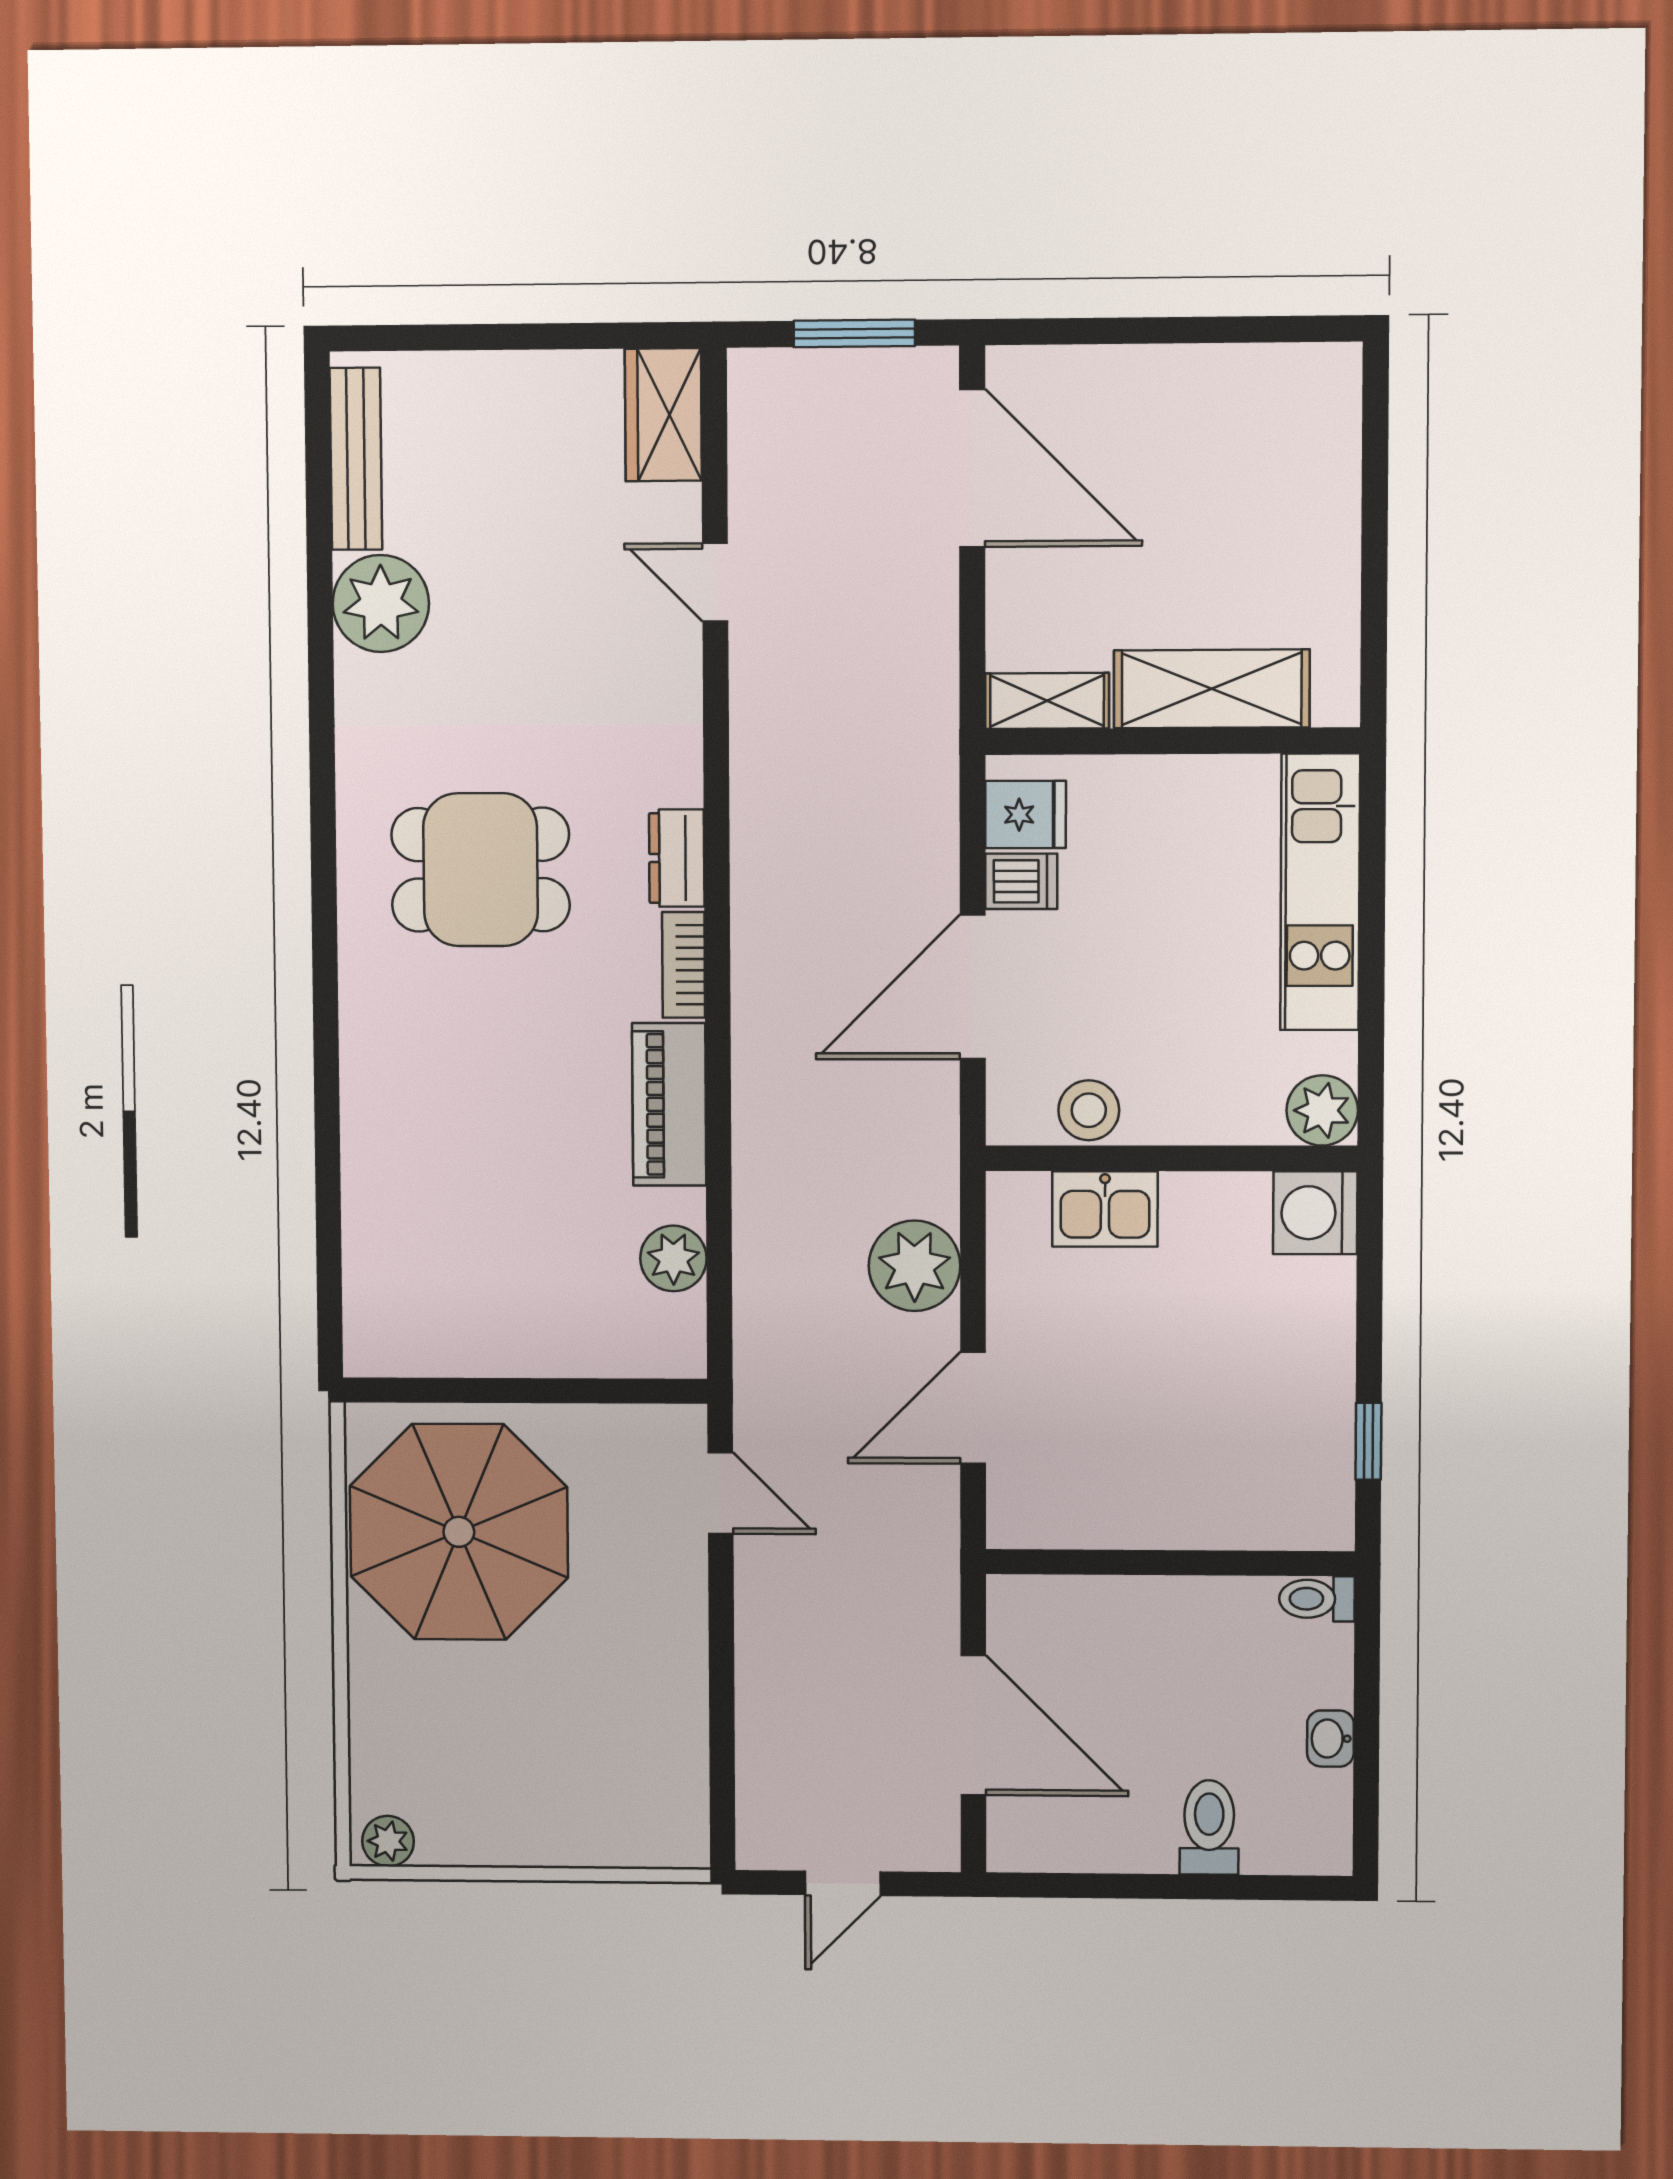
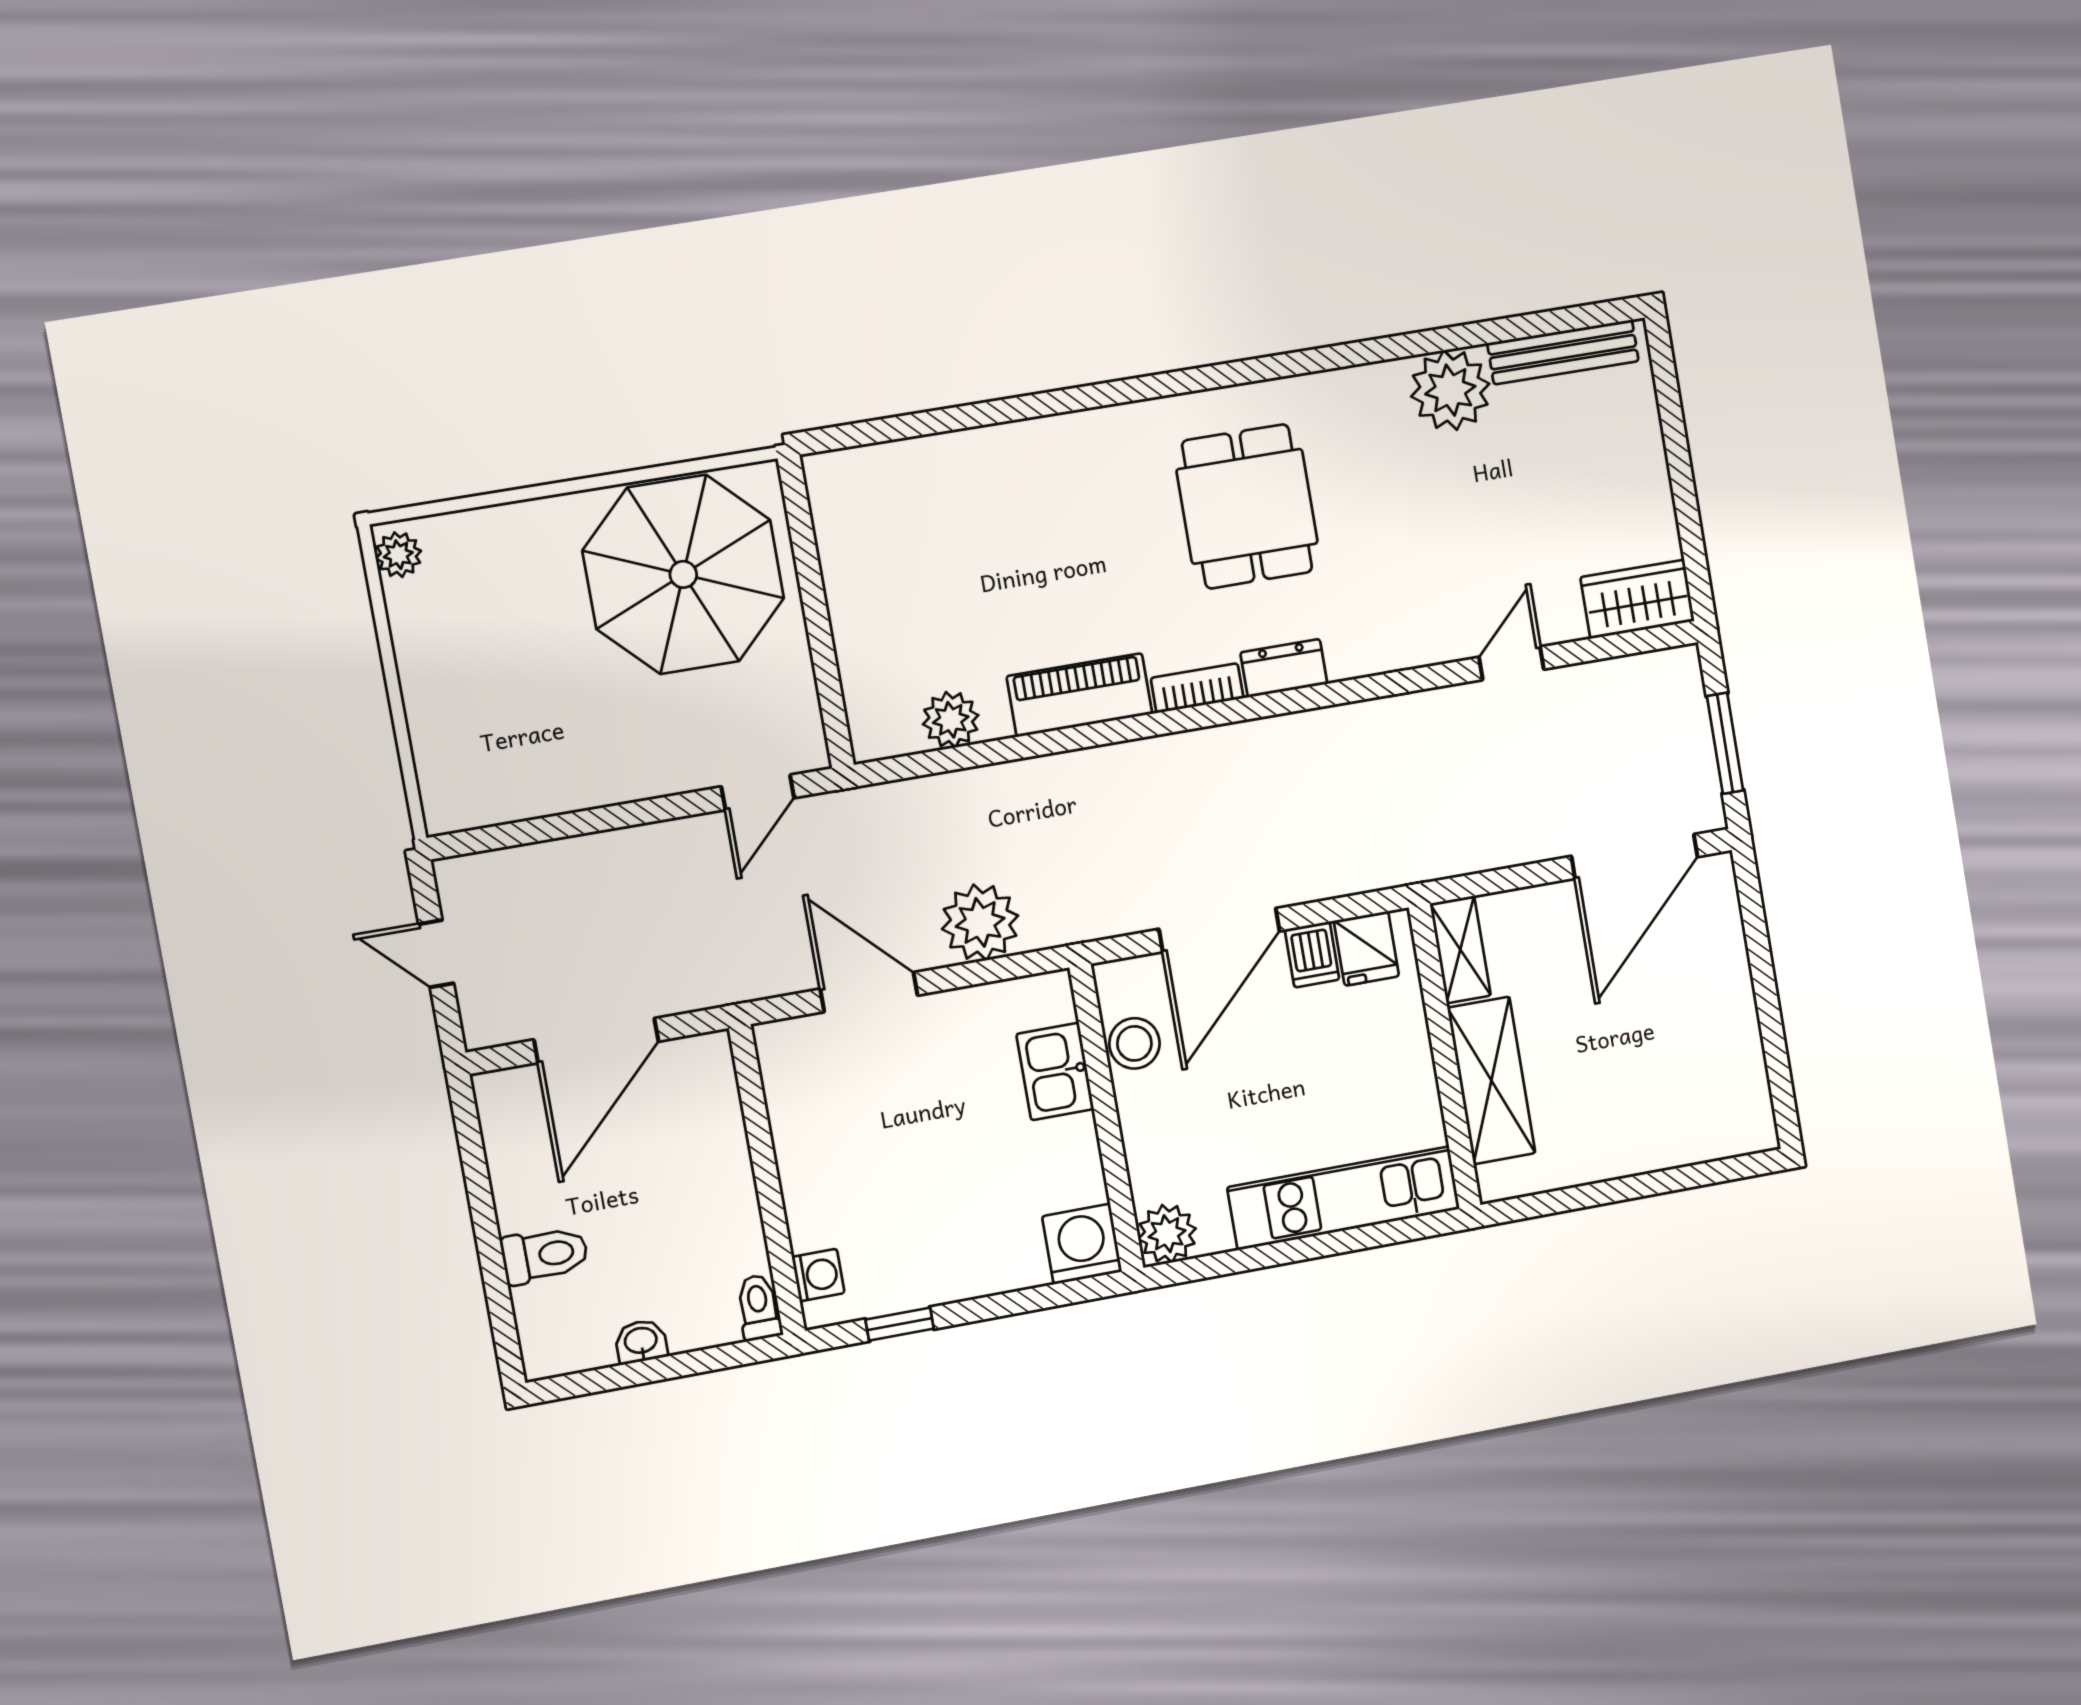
door: (973, 987) -> (1219, 930), swing flipped
washing machine: (1292, 1524) -> (818, 1275), added

